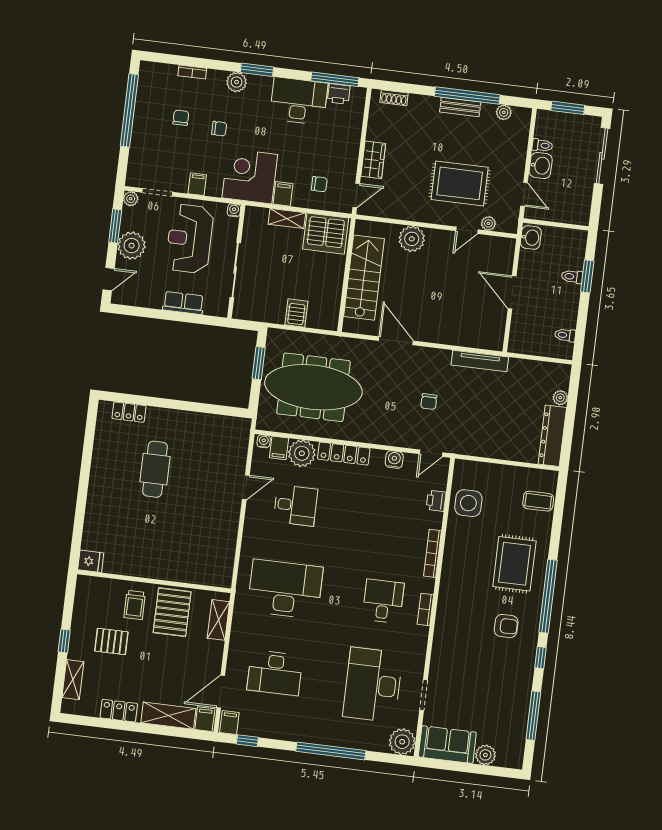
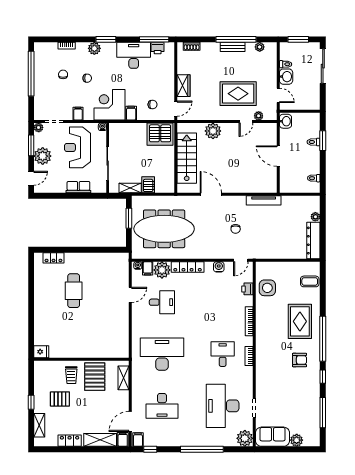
shelving: (287, 218) -> (130, 188), moved

